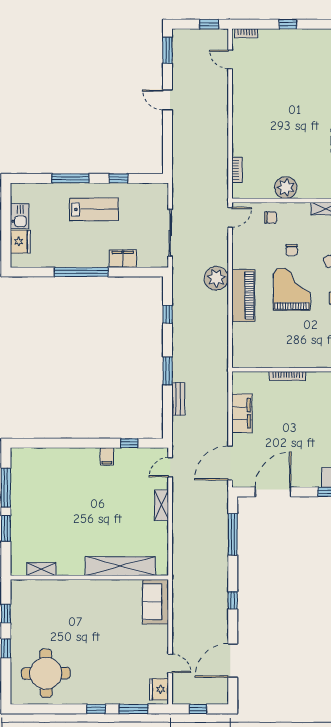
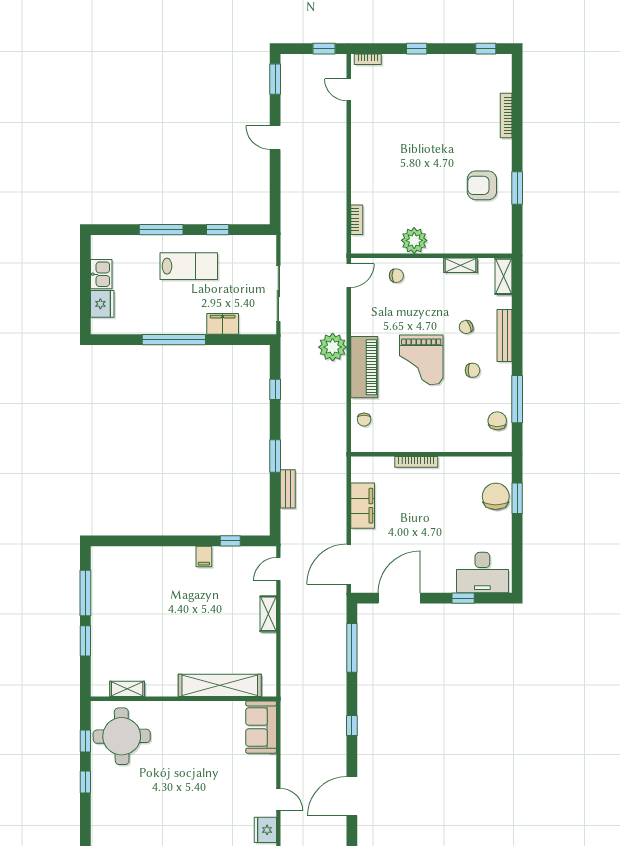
chair: (292, 250) -> (364, 420), moved
grand piano: (292, 289) -> (421, 360), turned 180
round table: (46, 673) -> (122, 736), moved

